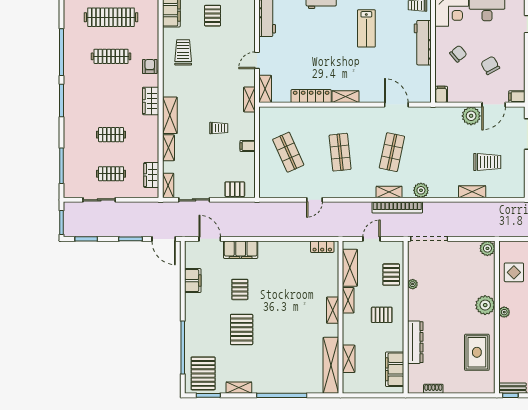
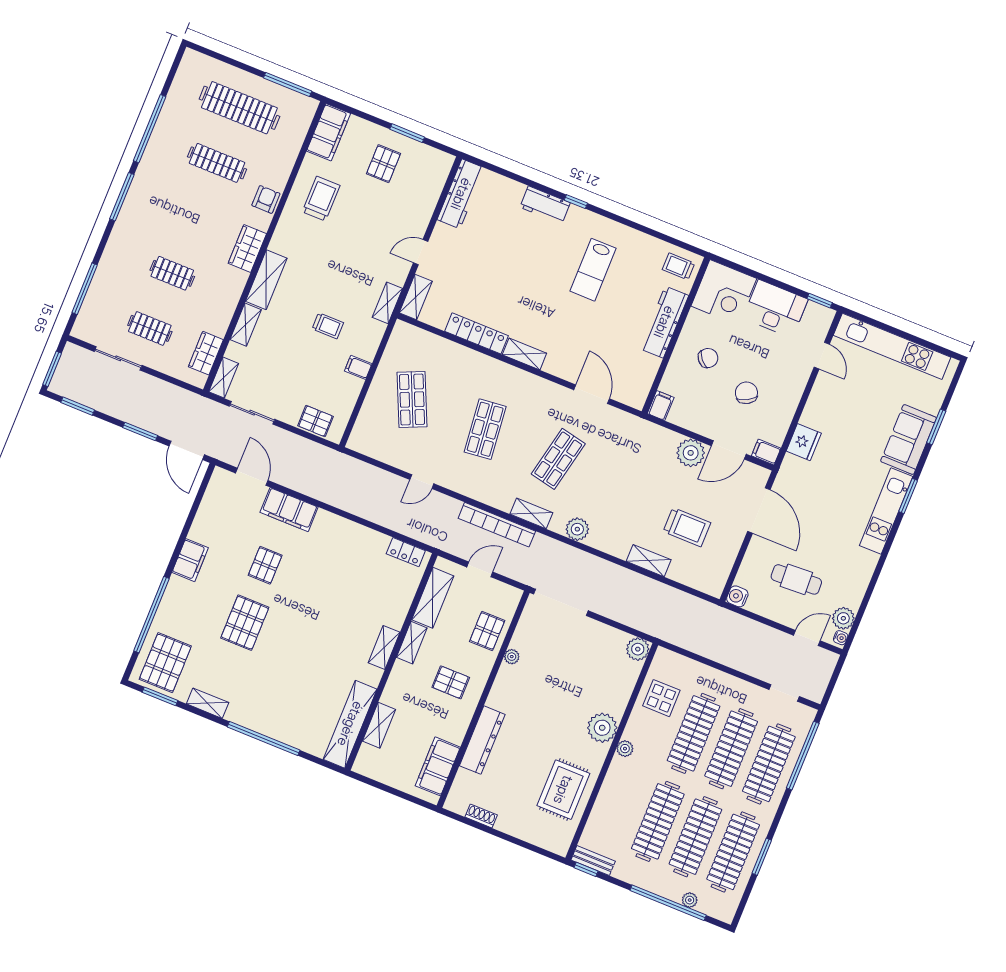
bookcase: (397, 207) -> (497, 525), moved
filing cabinet: (193, 281) -> (190, 560), moved

